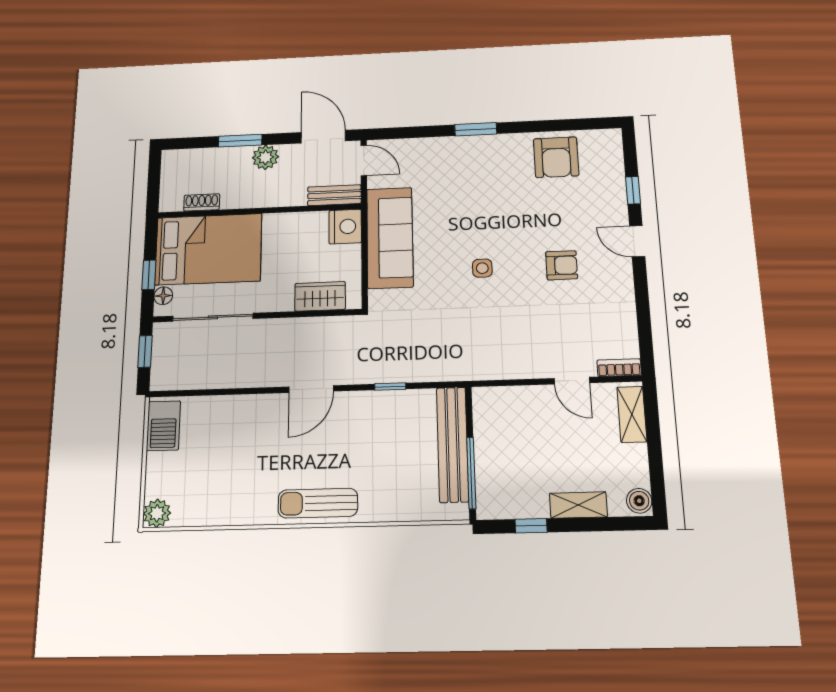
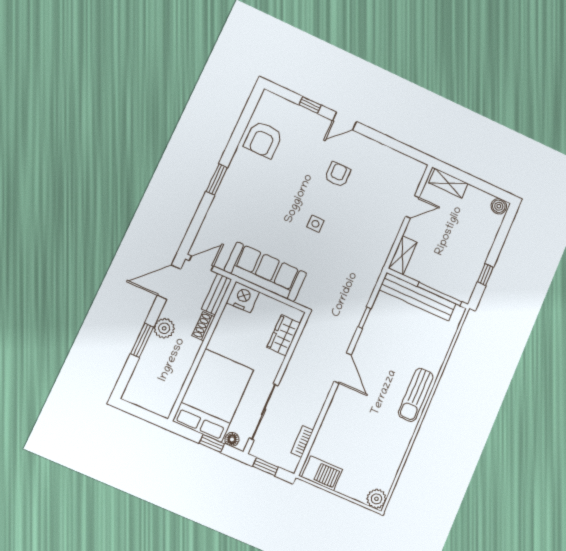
armchair: (556, 157) -> (263, 139), turned 90
shoe rack: (202, 202) -> (203, 326), moved
bookcase: (619, 368) -> (302, 441), moved
shelving: (578, 505) -> (403, 255), moved

